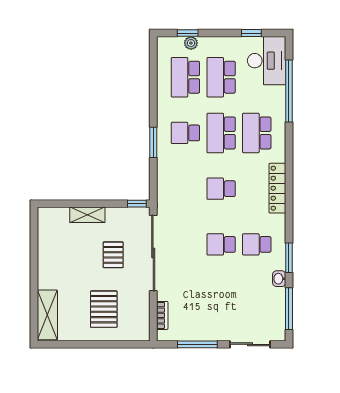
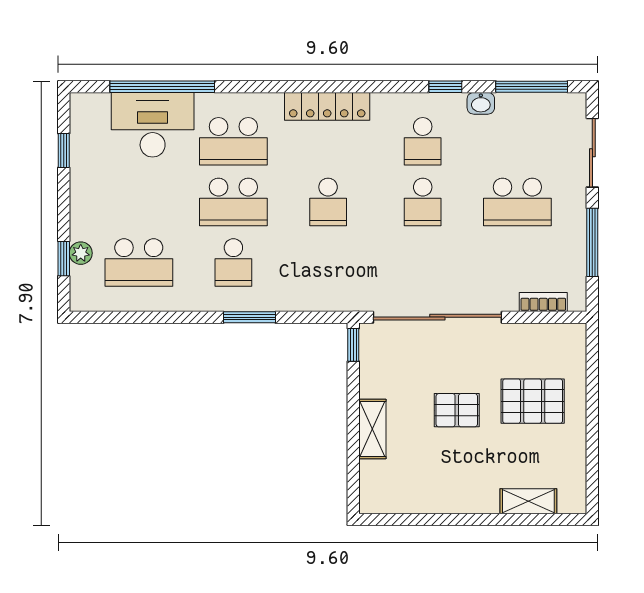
desk: (267, 61) -> (153, 125), moved
school desk: (221, 77) -> (517, 202), moved
pallet: (113, 255) -> (457, 410), moved
window: (289, 258) -> (445, 87), width x0.67
shelving: (47, 315) -> (528, 501), width x0.67, depth x0.75

